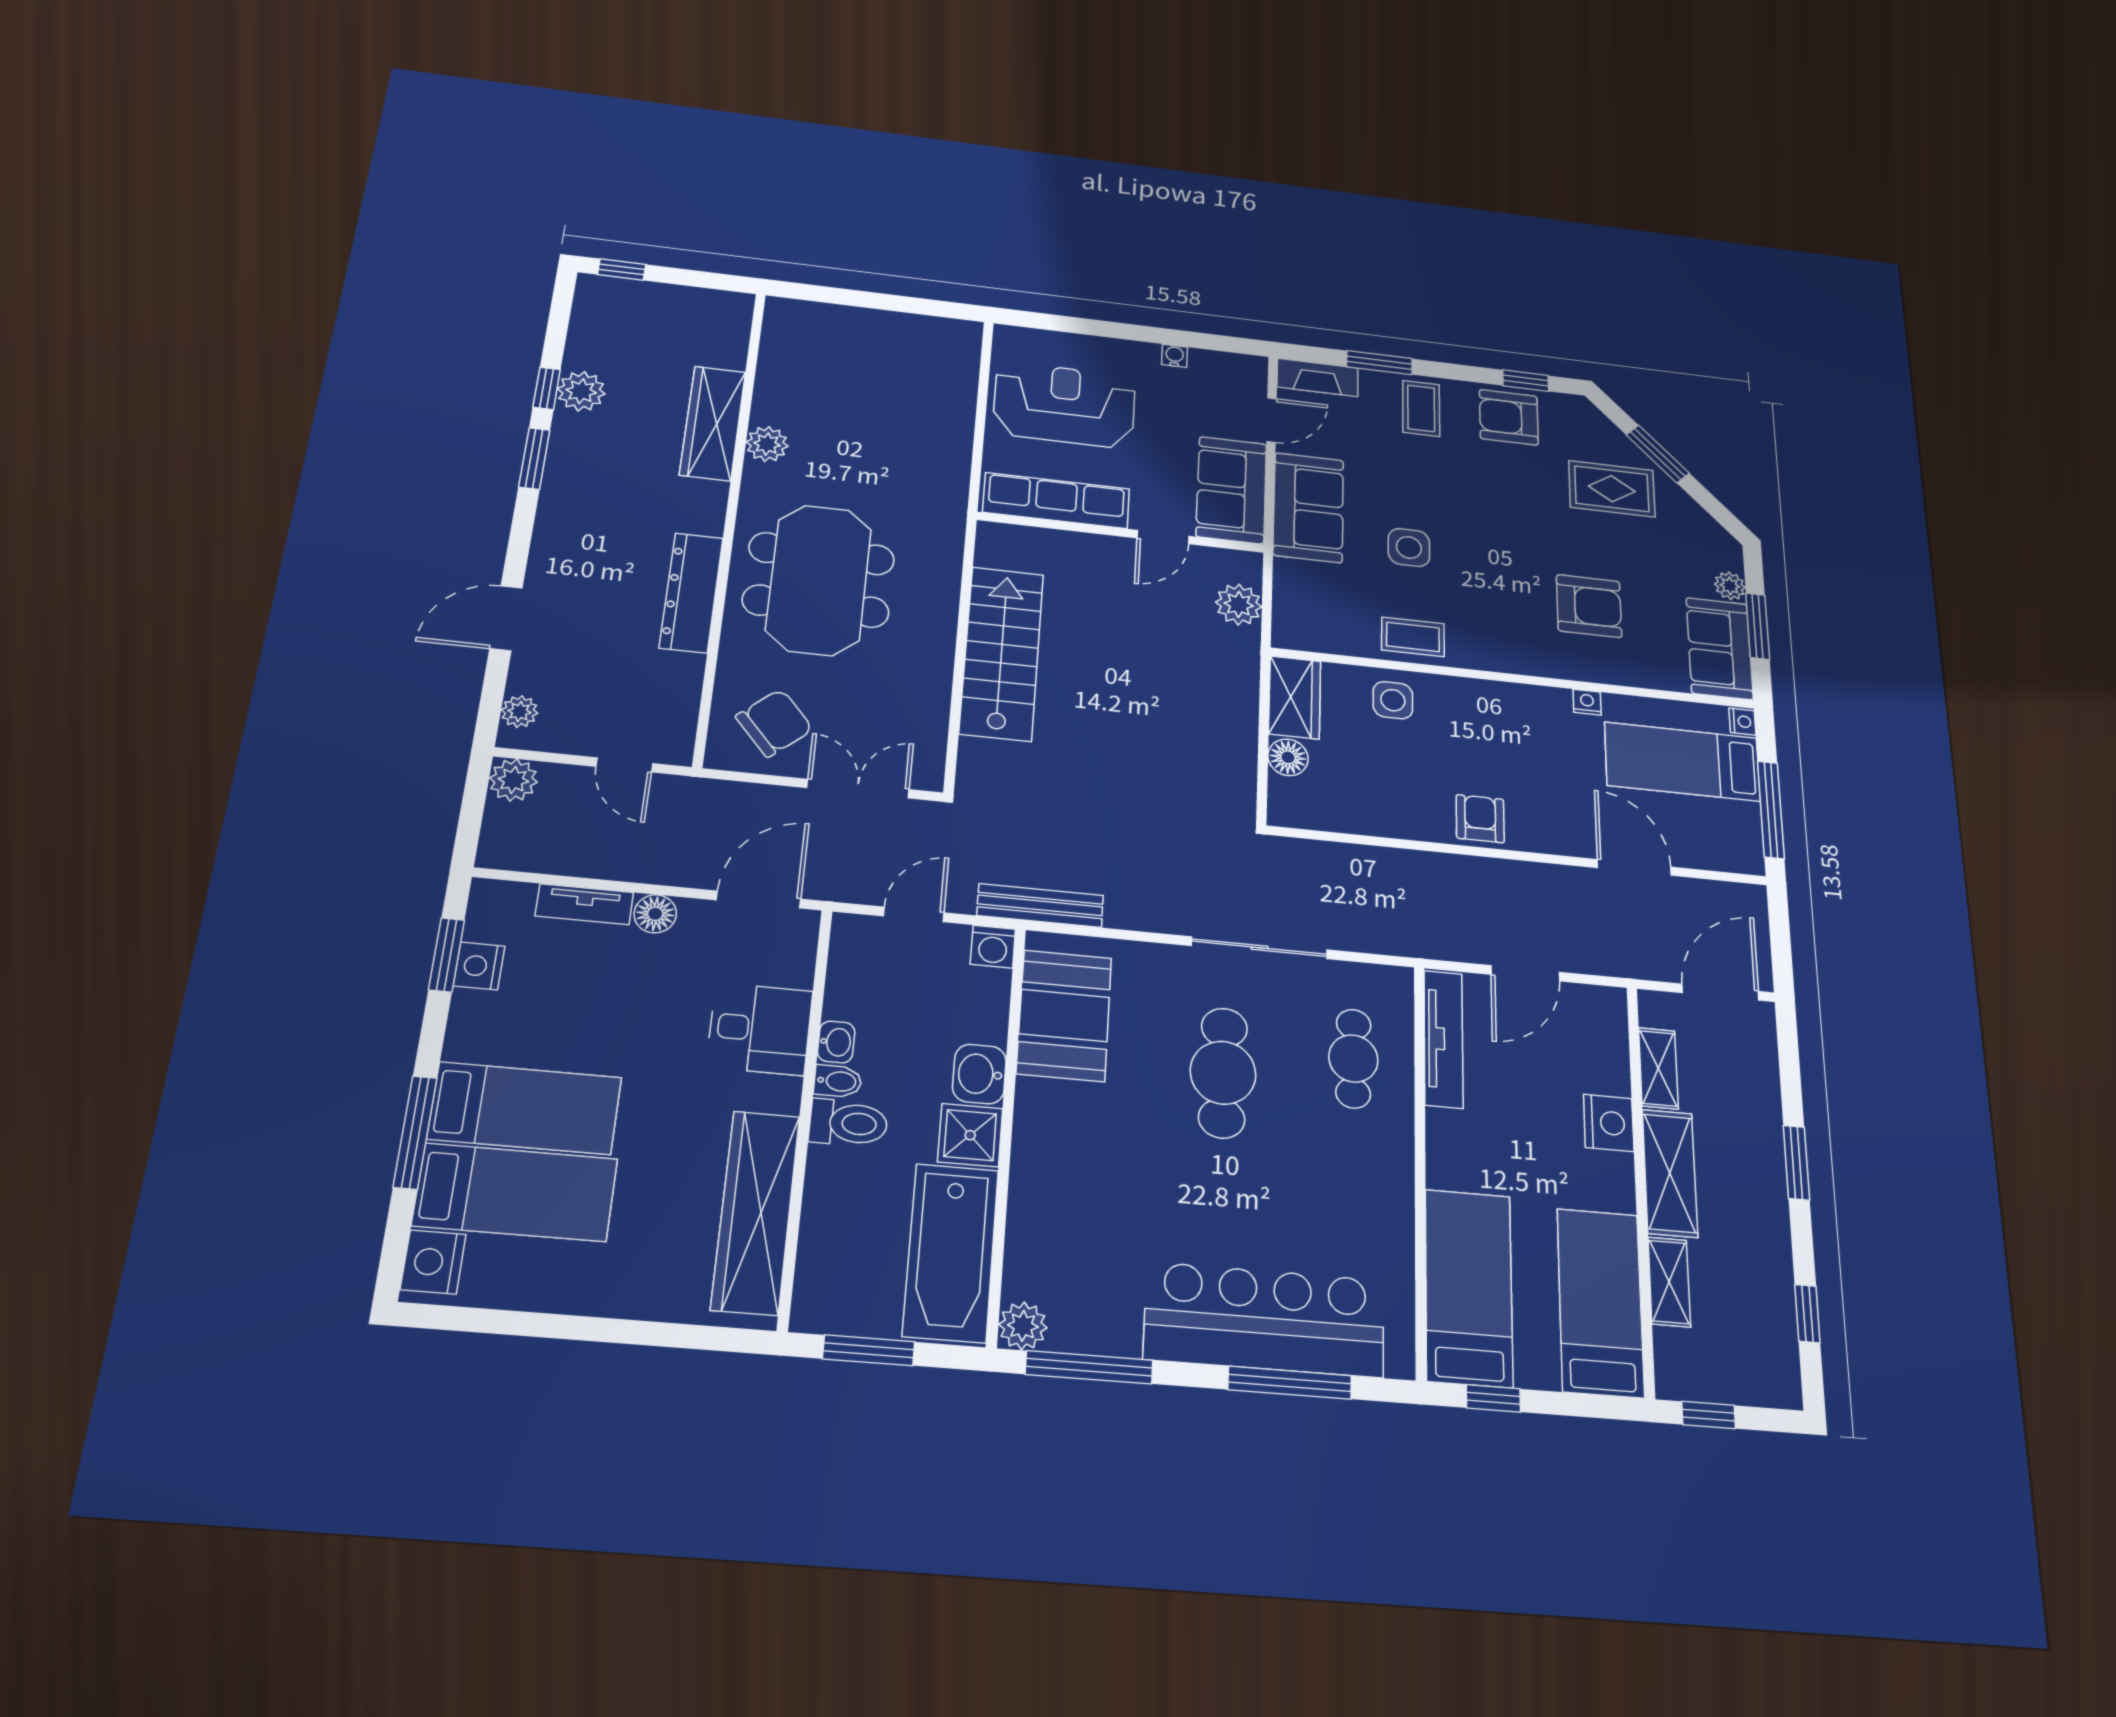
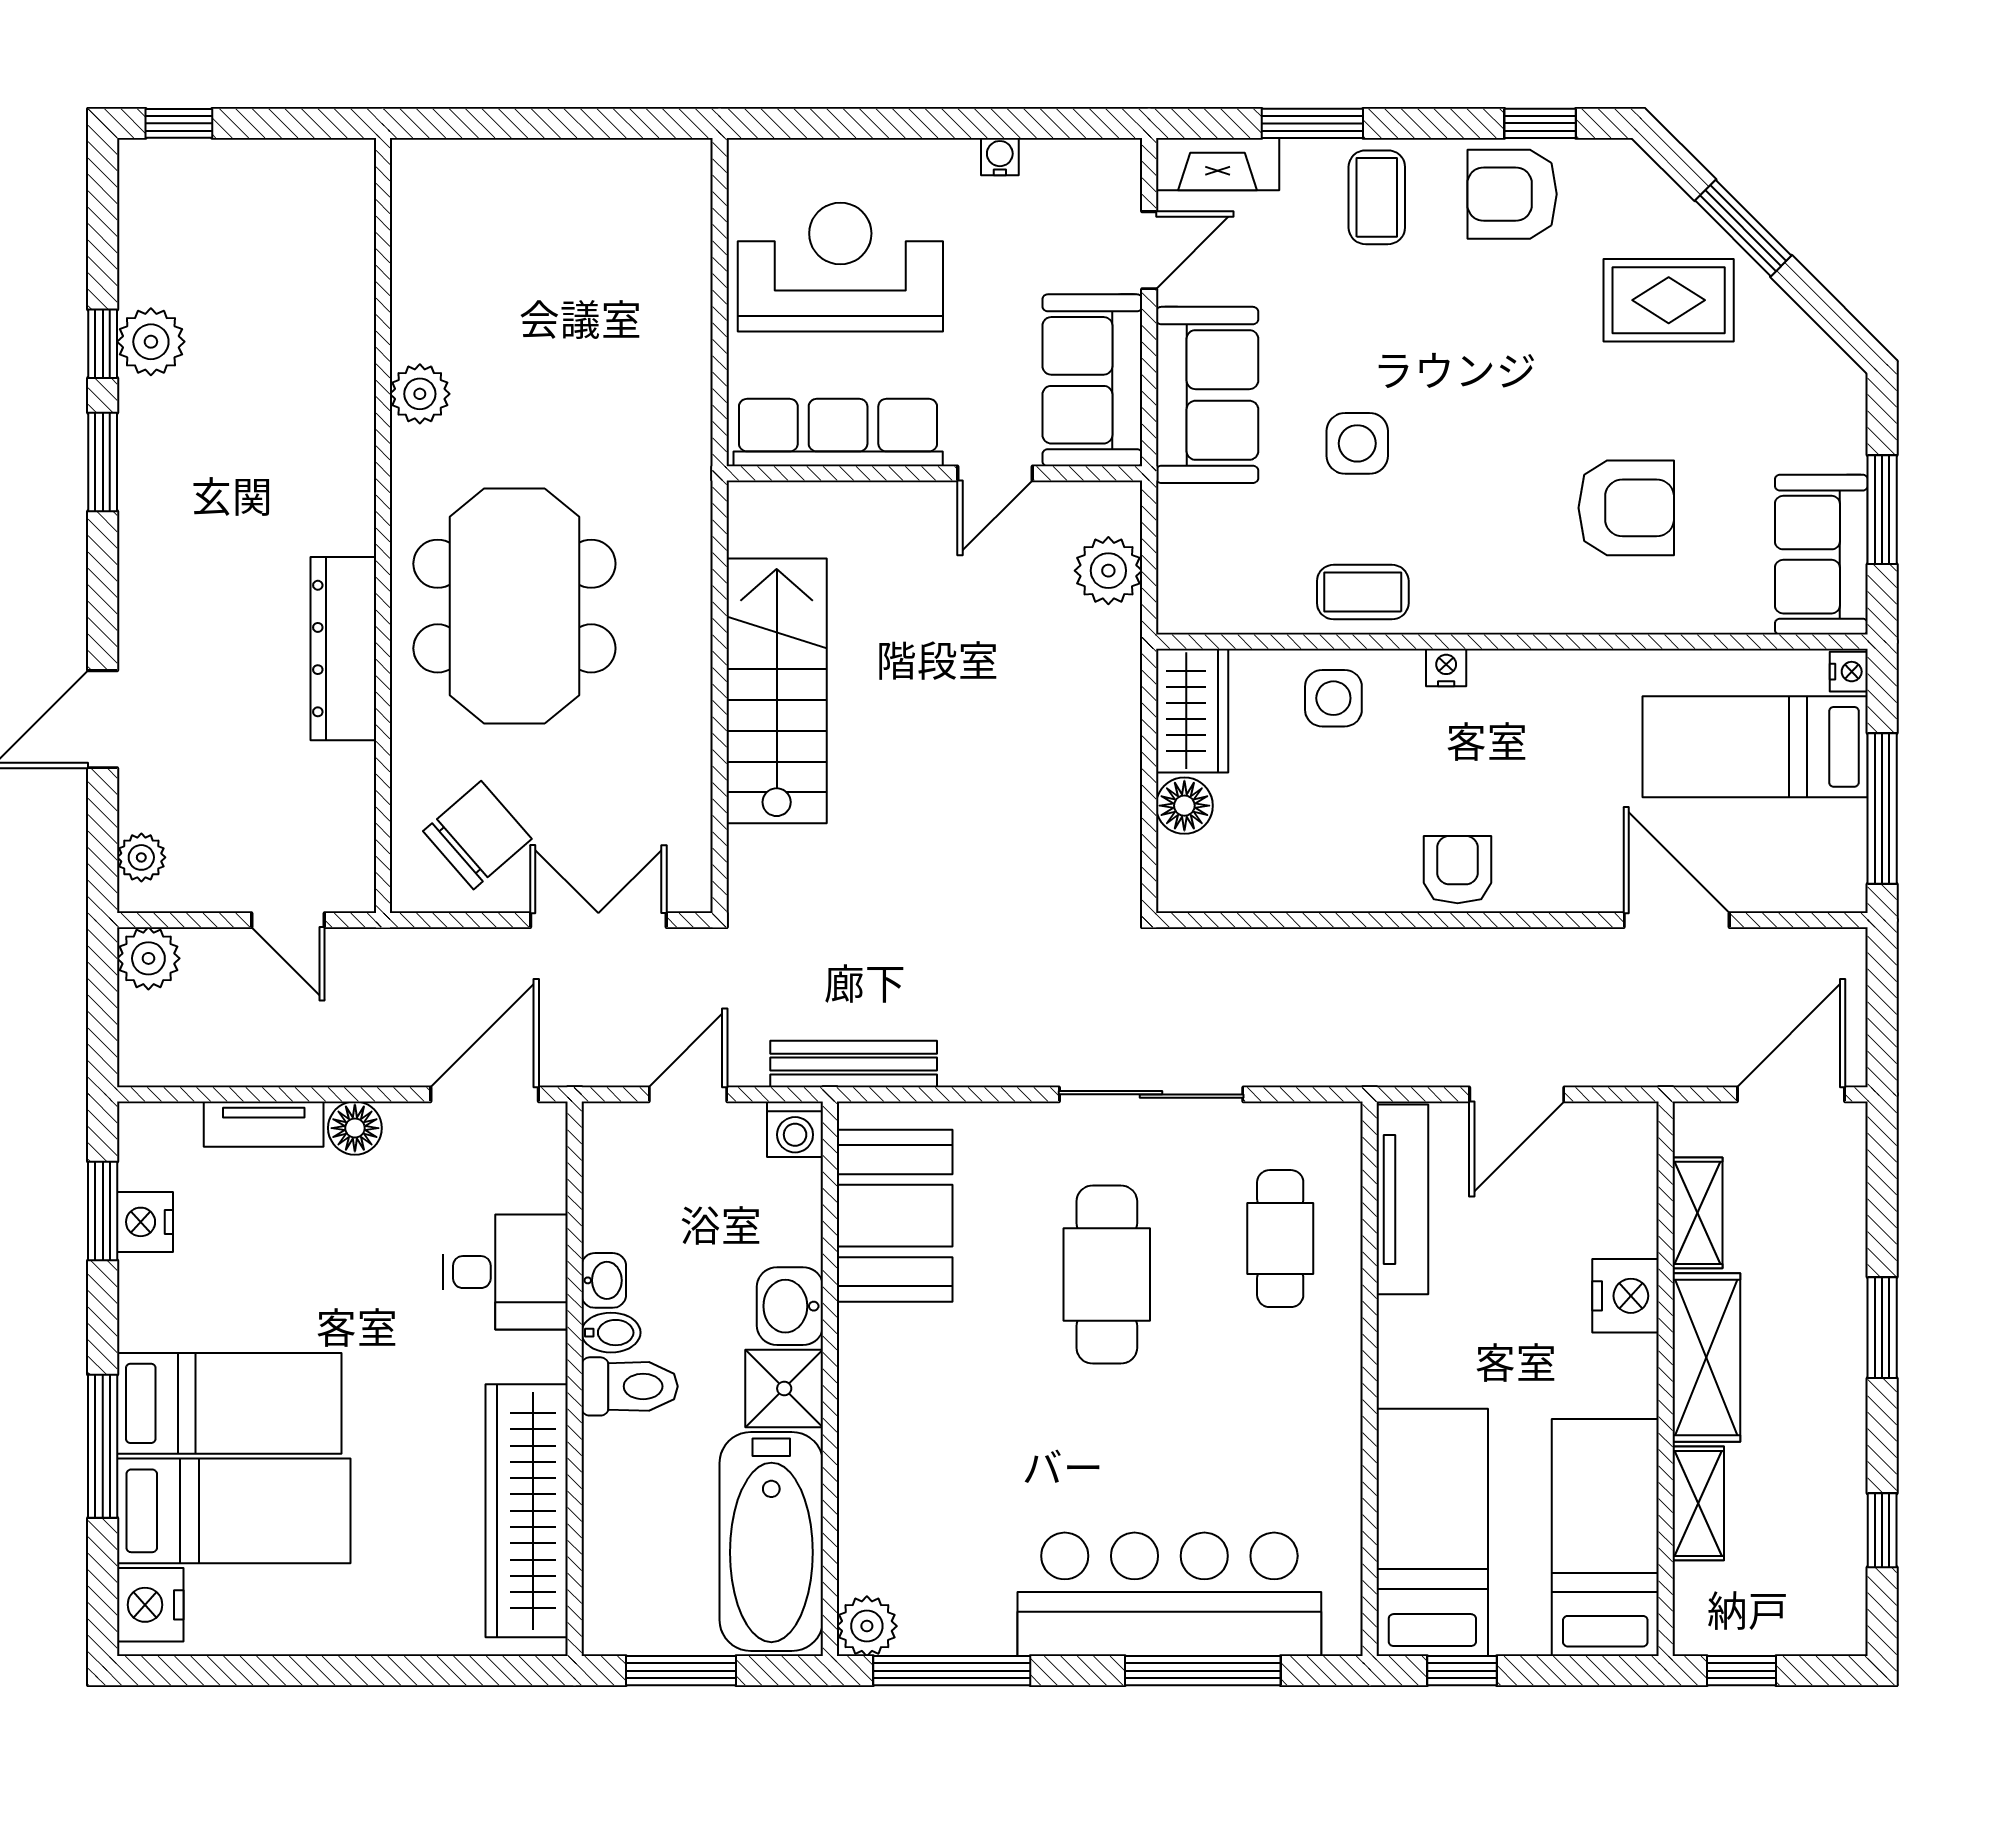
wardrobe: (713, 423) -> (340, 370), removed
plant: (1730, 586) -> (1844, 446), removed
nightstand: (1587, 702) -> (1446, 667), moved

